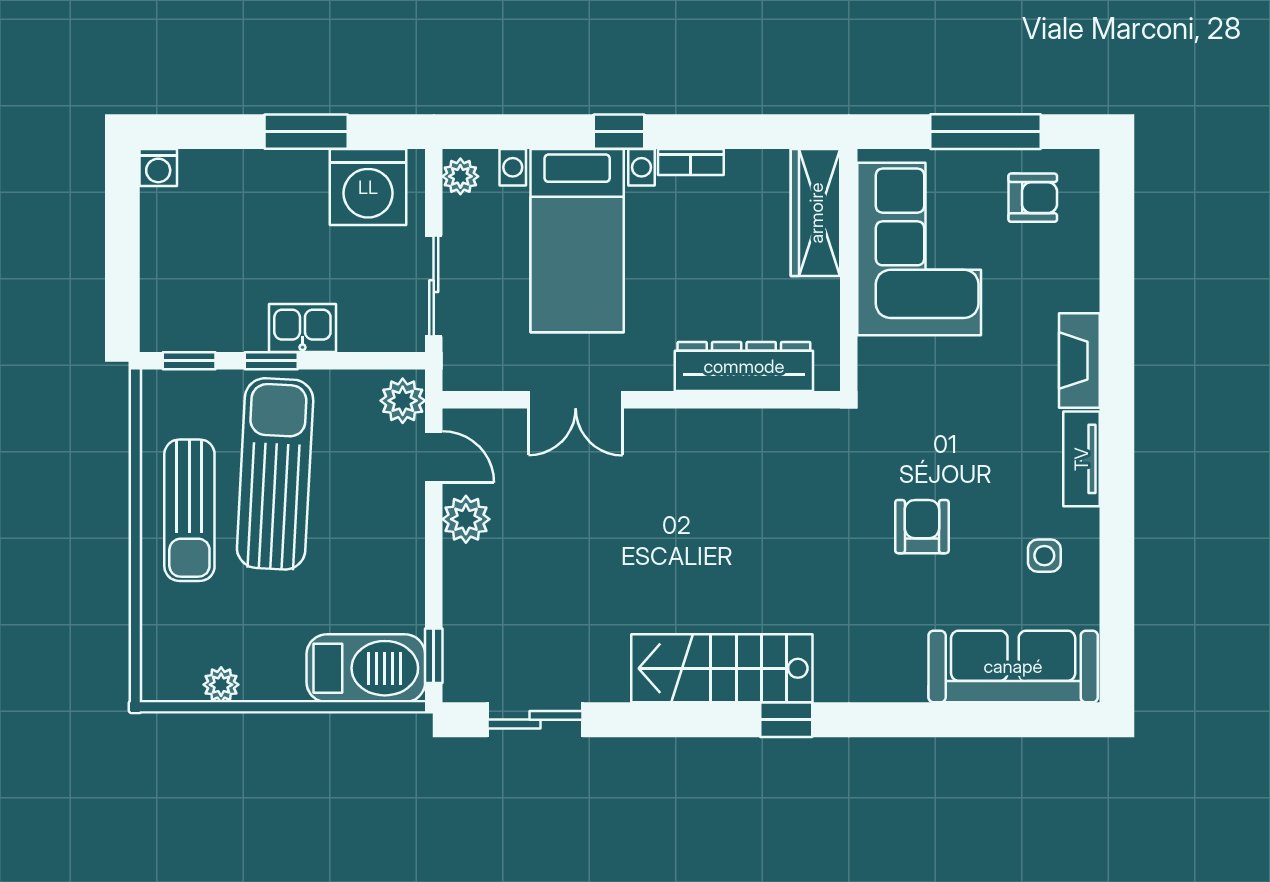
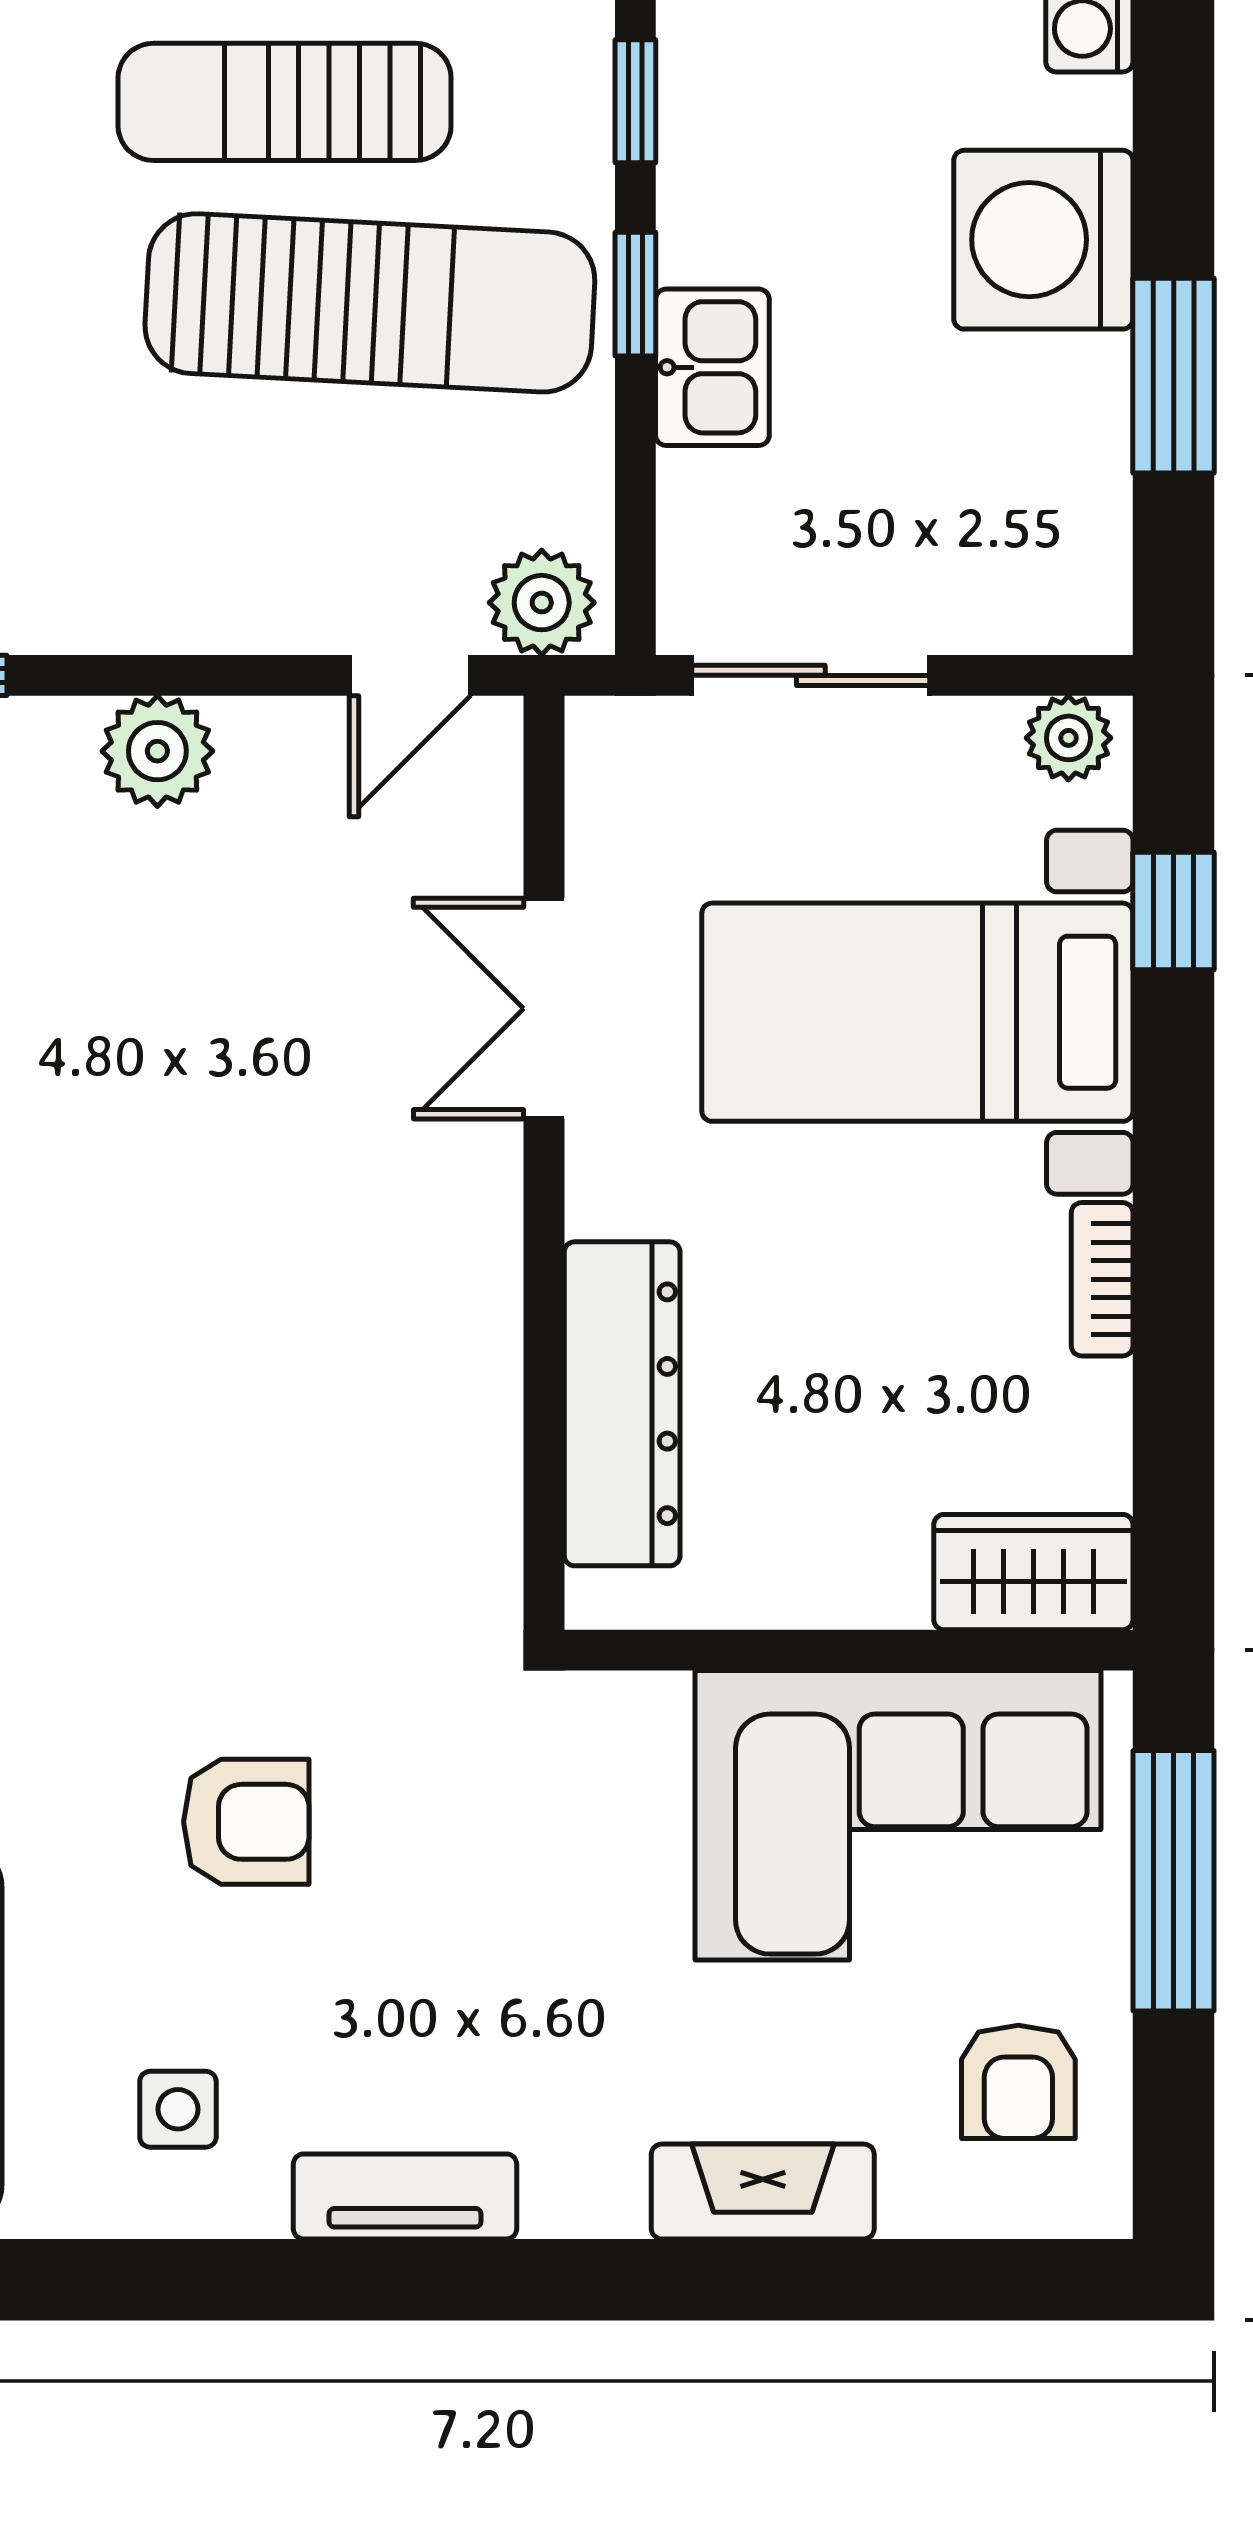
window: (619, 132) -> (1174, 911), moved
window: (985, 132) -> (1174, 1881), moved
washing machine: (368, 187) -> (1043, 240), moved
wardrobe: (816, 213) -> (1033, 1572), width x0.67
fireplace: (1079, 361) -> (763, 2191), moved
plant: (466, 519) -> (157, 751), moved

